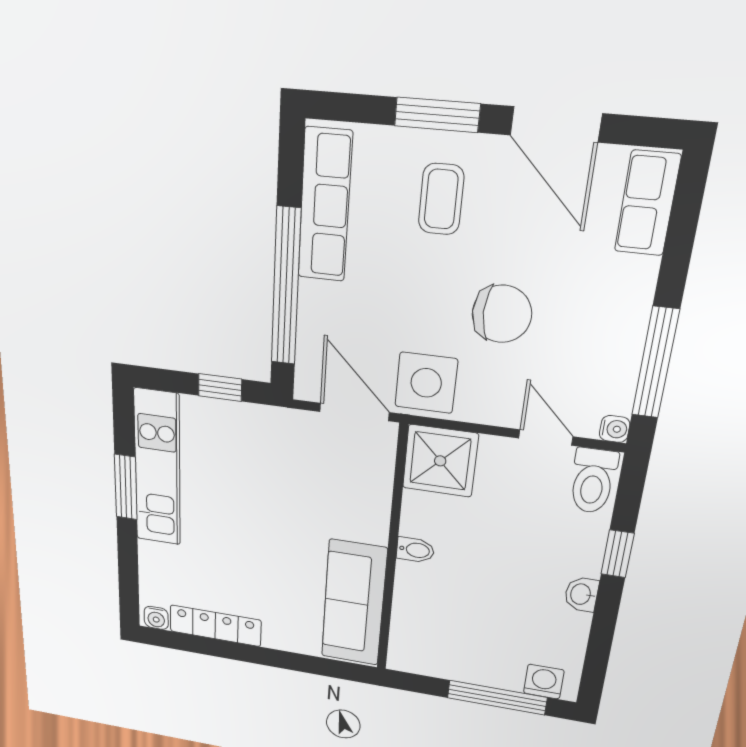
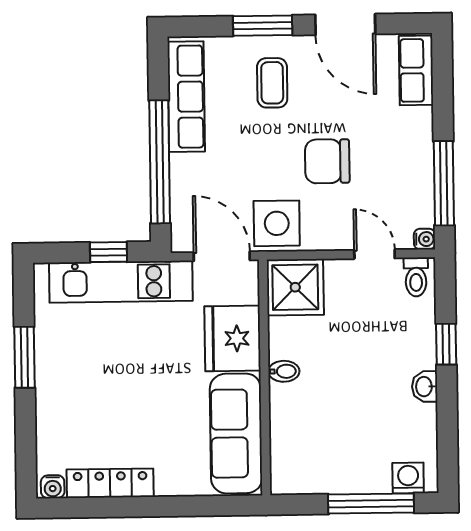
chair: (502, 314) -> (327, 161), turned 180
kitchen unit: (157, 468) -> (121, 282), moved, turned 90
toilet: (593, 481) -> (416, 277), width x0.73, depth x0.72
fridge: (359, 505) -> (233, 338), added

